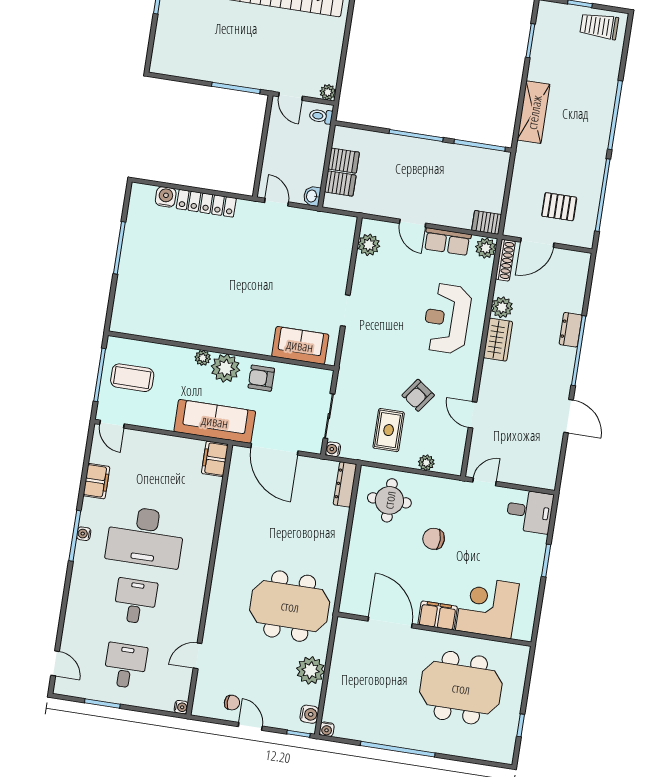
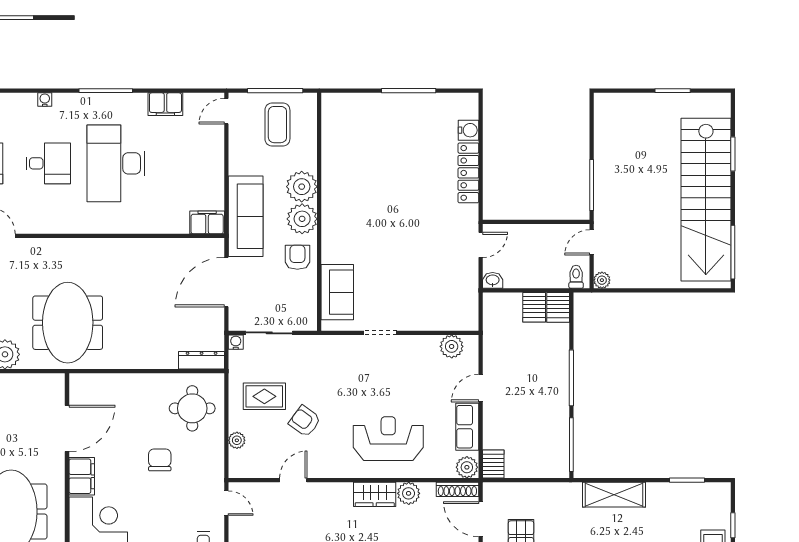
server rack: (340, 184) -> (558, 307), moved
plant: (203, 358) -> (302, 187), width x1.88, depth x1.88
water cooler: (84, 534) -> (45, 100), moved

